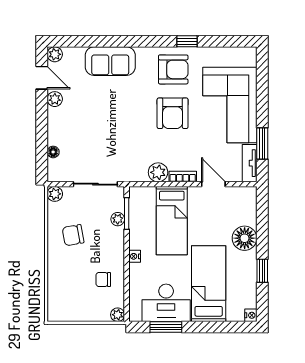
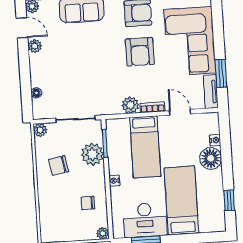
plant: (118, 219) -> (92, 154), width x1.88, depth x1.88
window: (262, 271) -> (229, 200), moved
nightstand: (251, 315) -> (215, 140), moved

